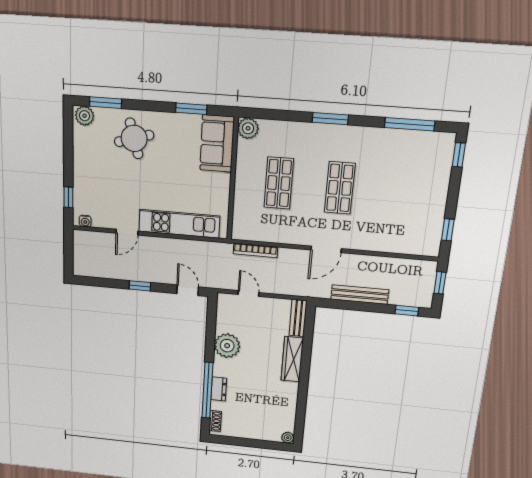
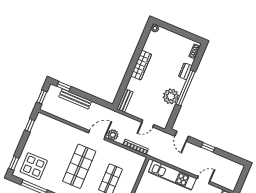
display table: (421, 162) -> (34, 166), added
shop shelf: (340, 188) -> (79, 166), width x1.43, depth x1.36
plant: (300, 258) -> (113, 135), added
door: (249, 293) -> (148, 123), hinge flipped
bench: (360, 295) -> (75, 99), moved
wardrobe: (292, 359) -> (141, 65), moved
window: (207, 390) -> (186, 88), moved

